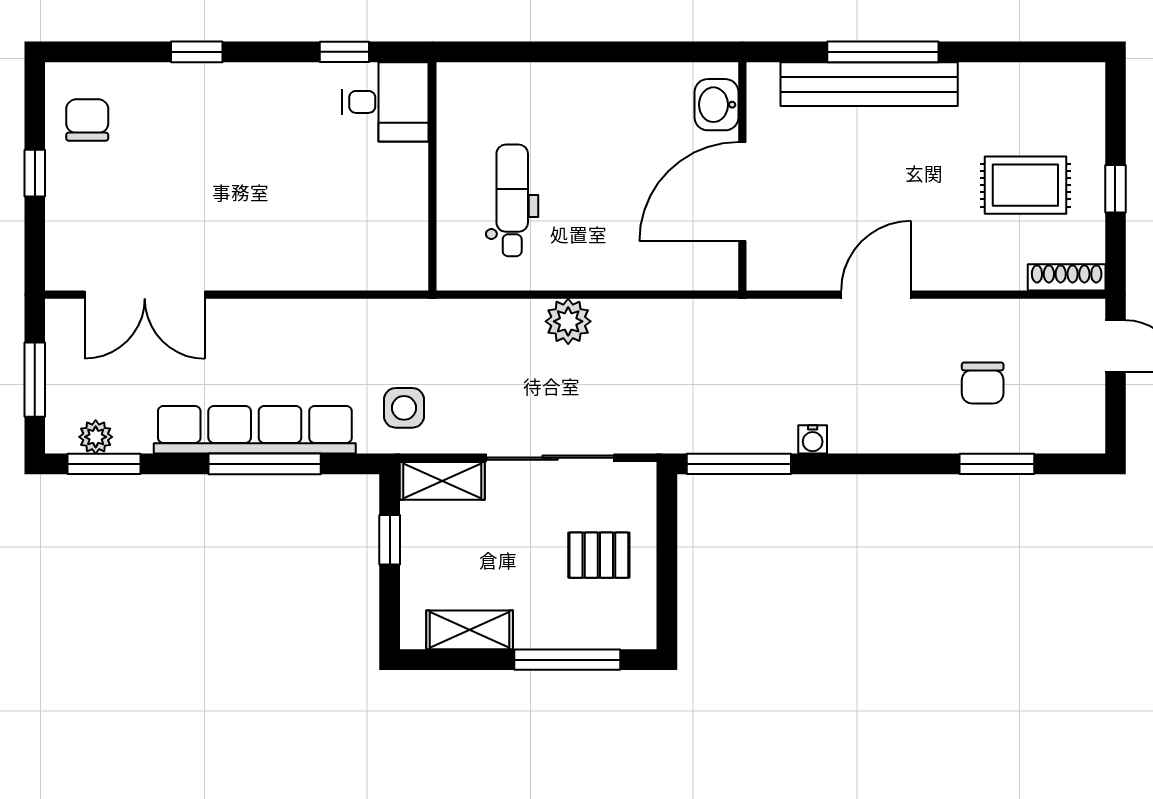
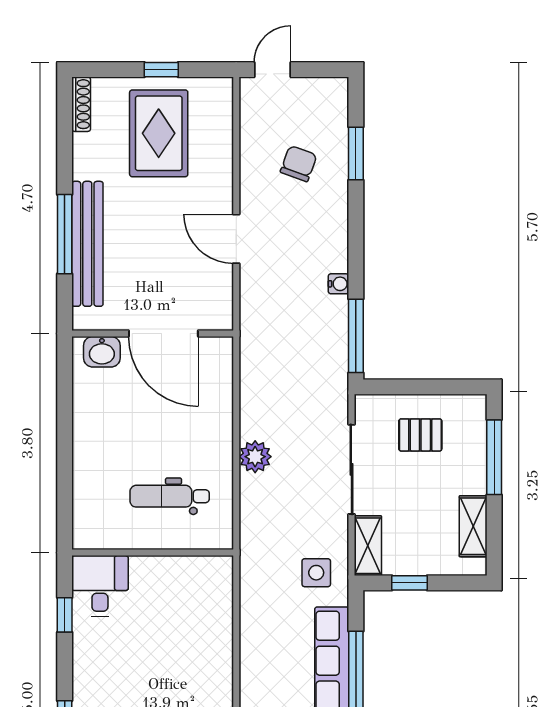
rug: (1025, 185) -> (159, 133), width x1.36, depth x1.43
shoe rack: (1067, 277) -> (81, 104), moved, turned 180
chair: (983, 383) -> (299, 164), turned -70
pallet: (599, 555) -> (420, 435), turned 90

